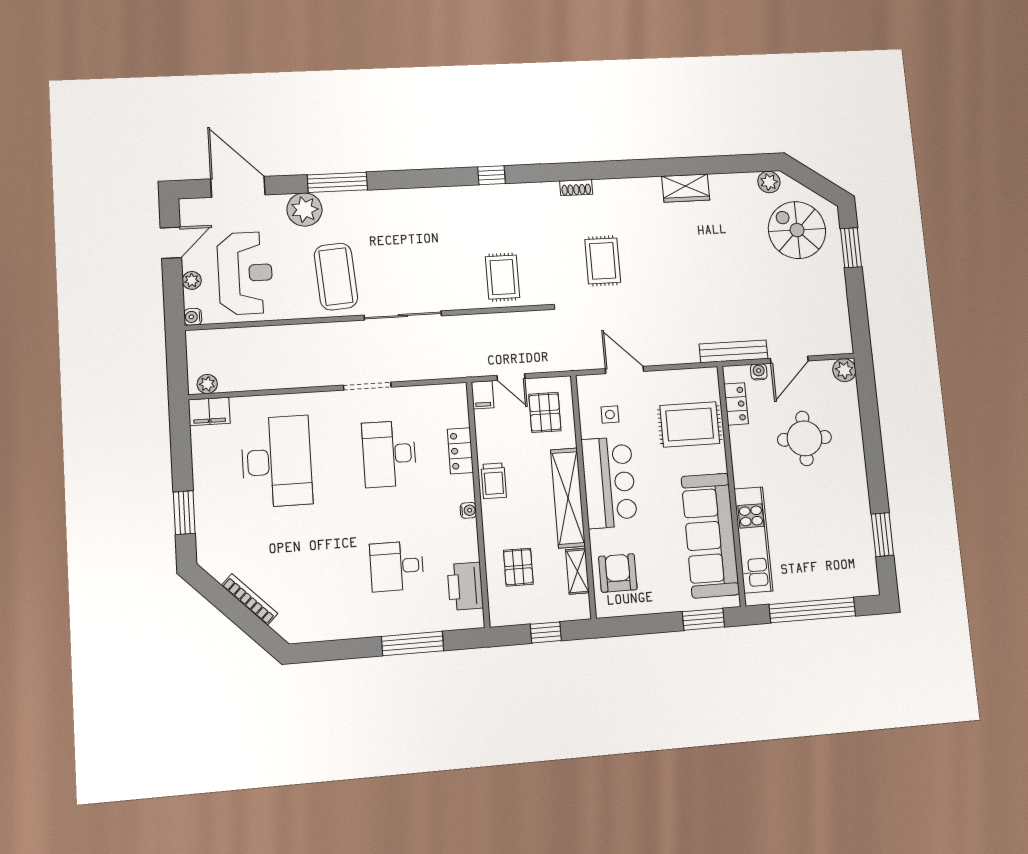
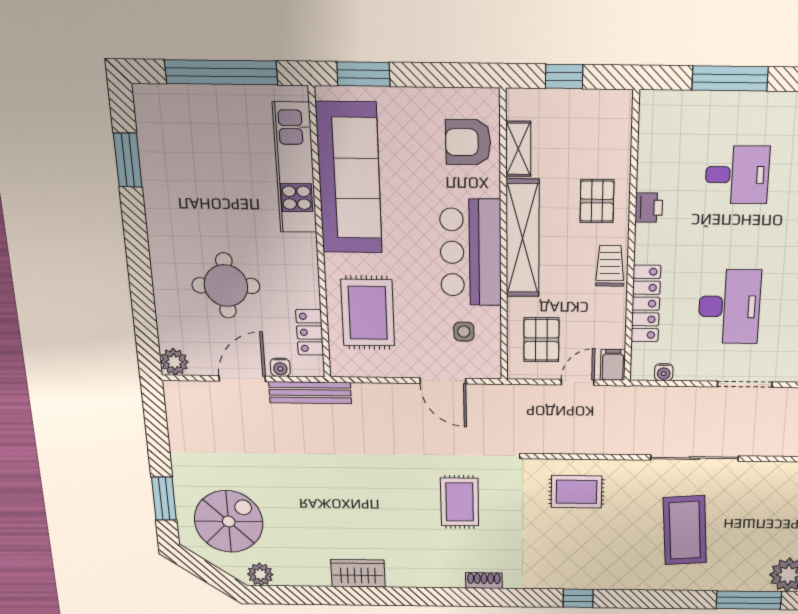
spiral stairs: (797, 230) -> (229, 521), turned -90
coffee table: (336, 277) -> (685, 530), moved
rug: (502, 277) -> (577, 492), turned 90
door: (511, 377) -> (578, 382), hinge flipped
rug: (690, 425) -> (368, 313), turned 90
locker: (460, 451) -> (646, 304), width x1.53
water cooler: (468, 510) -> (664, 372), moved, turned -90
pallet: (518, 567) -> (597, 201), moved
armchair: (618, 573) -> (468, 142), turned 90
printer: (465, 586) -> (649, 208), moved, width x0.53, depth x0.68

